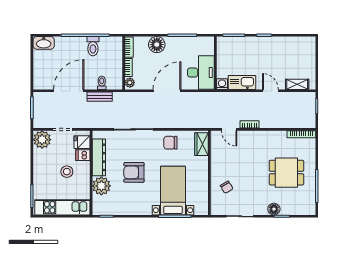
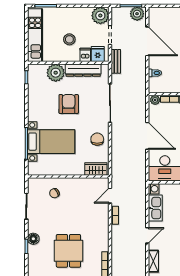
bench: (100, 97) -> (116, 61), moved
plant: (40, 101) -> (137, 14), added

